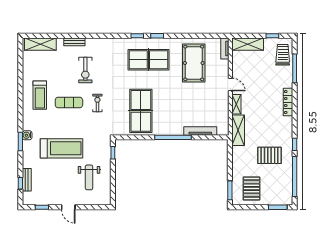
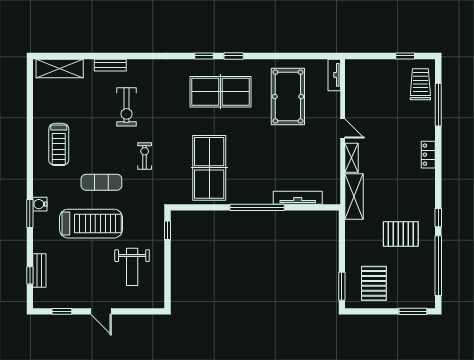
shelving: (248, 44) -> (368, 68), removed
locker: (288, 102) -> (428, 155), width x0.66
exercise mat: (69, 103) -> (101, 182), moved

